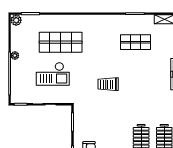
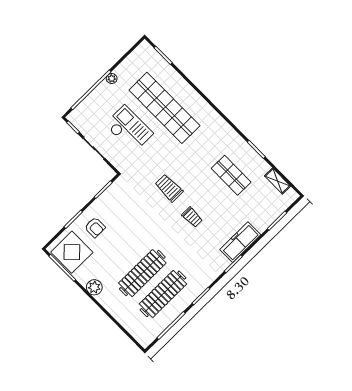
plant: (16, 20) -> (145, 48), removed
shop shelf: (61, 42) -> (164, 108), width x1.40
checkout: (53, 74) -> (129, 129), turned 180
trolley: (137, 87) -> (192, 217), added

